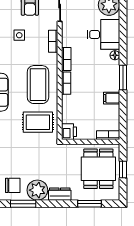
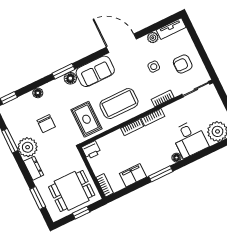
filing cabinet: (112, 98) -> (133, 175), width x2.00
chair: (13, 185) -> (46, 124), moved

